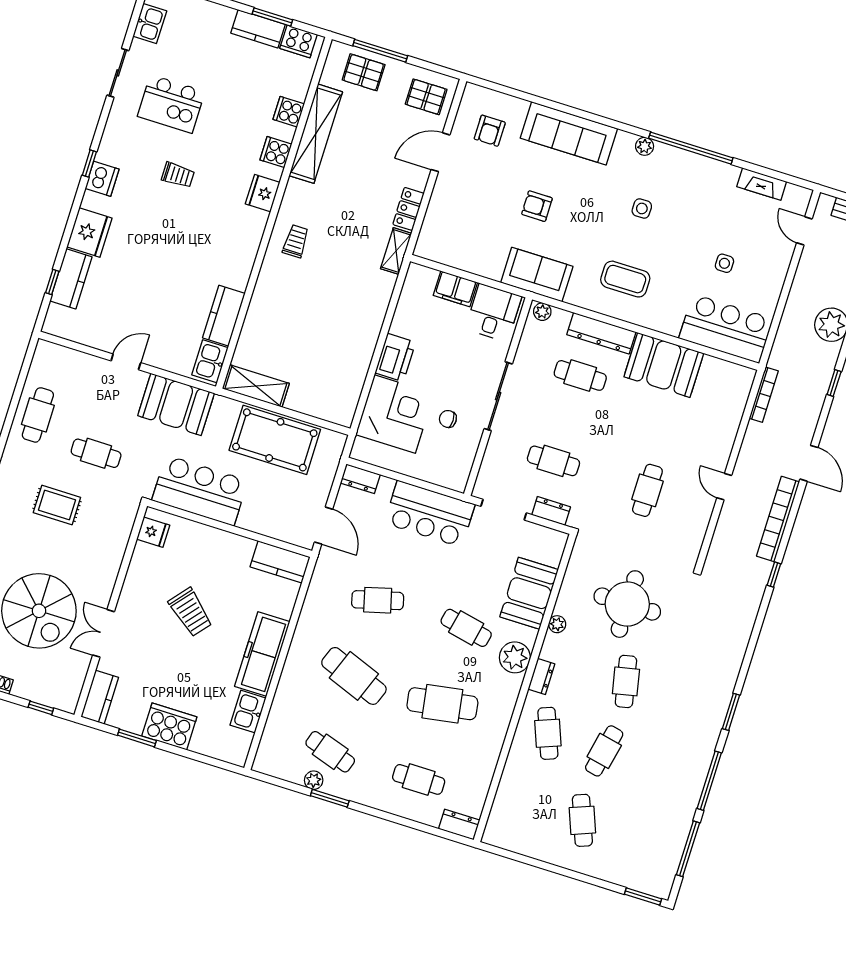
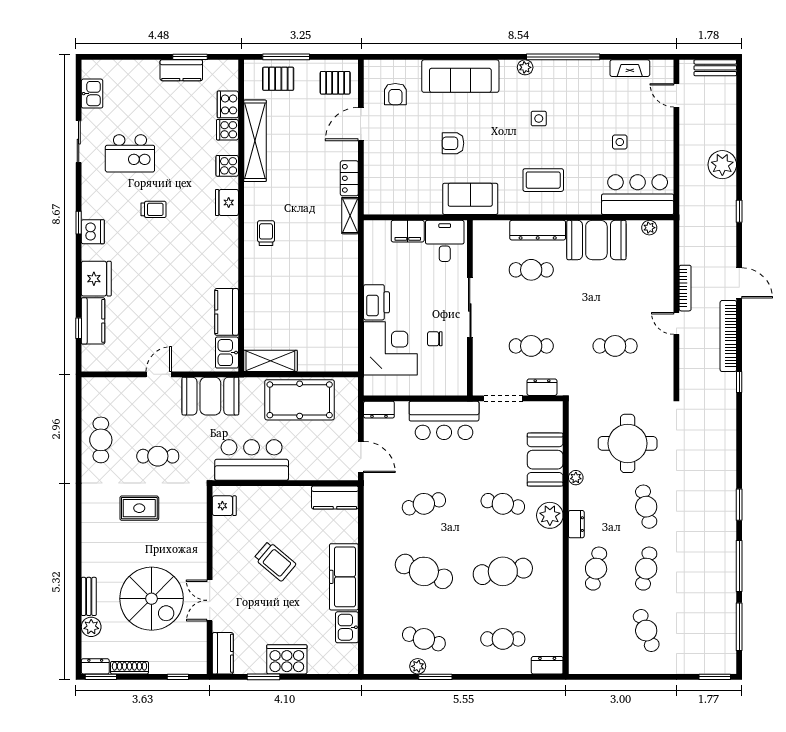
cooker: (298, 41) -> (228, 104), moved, turned 90
plant: (542, 312) -> (649, 228), moved
bookcase: (764, 395) -> (685, 288), moved
cafe table: (647, 490) -> (615, 346), turned 90
cafe table: (548, 733) -> (596, 569), turned 33

